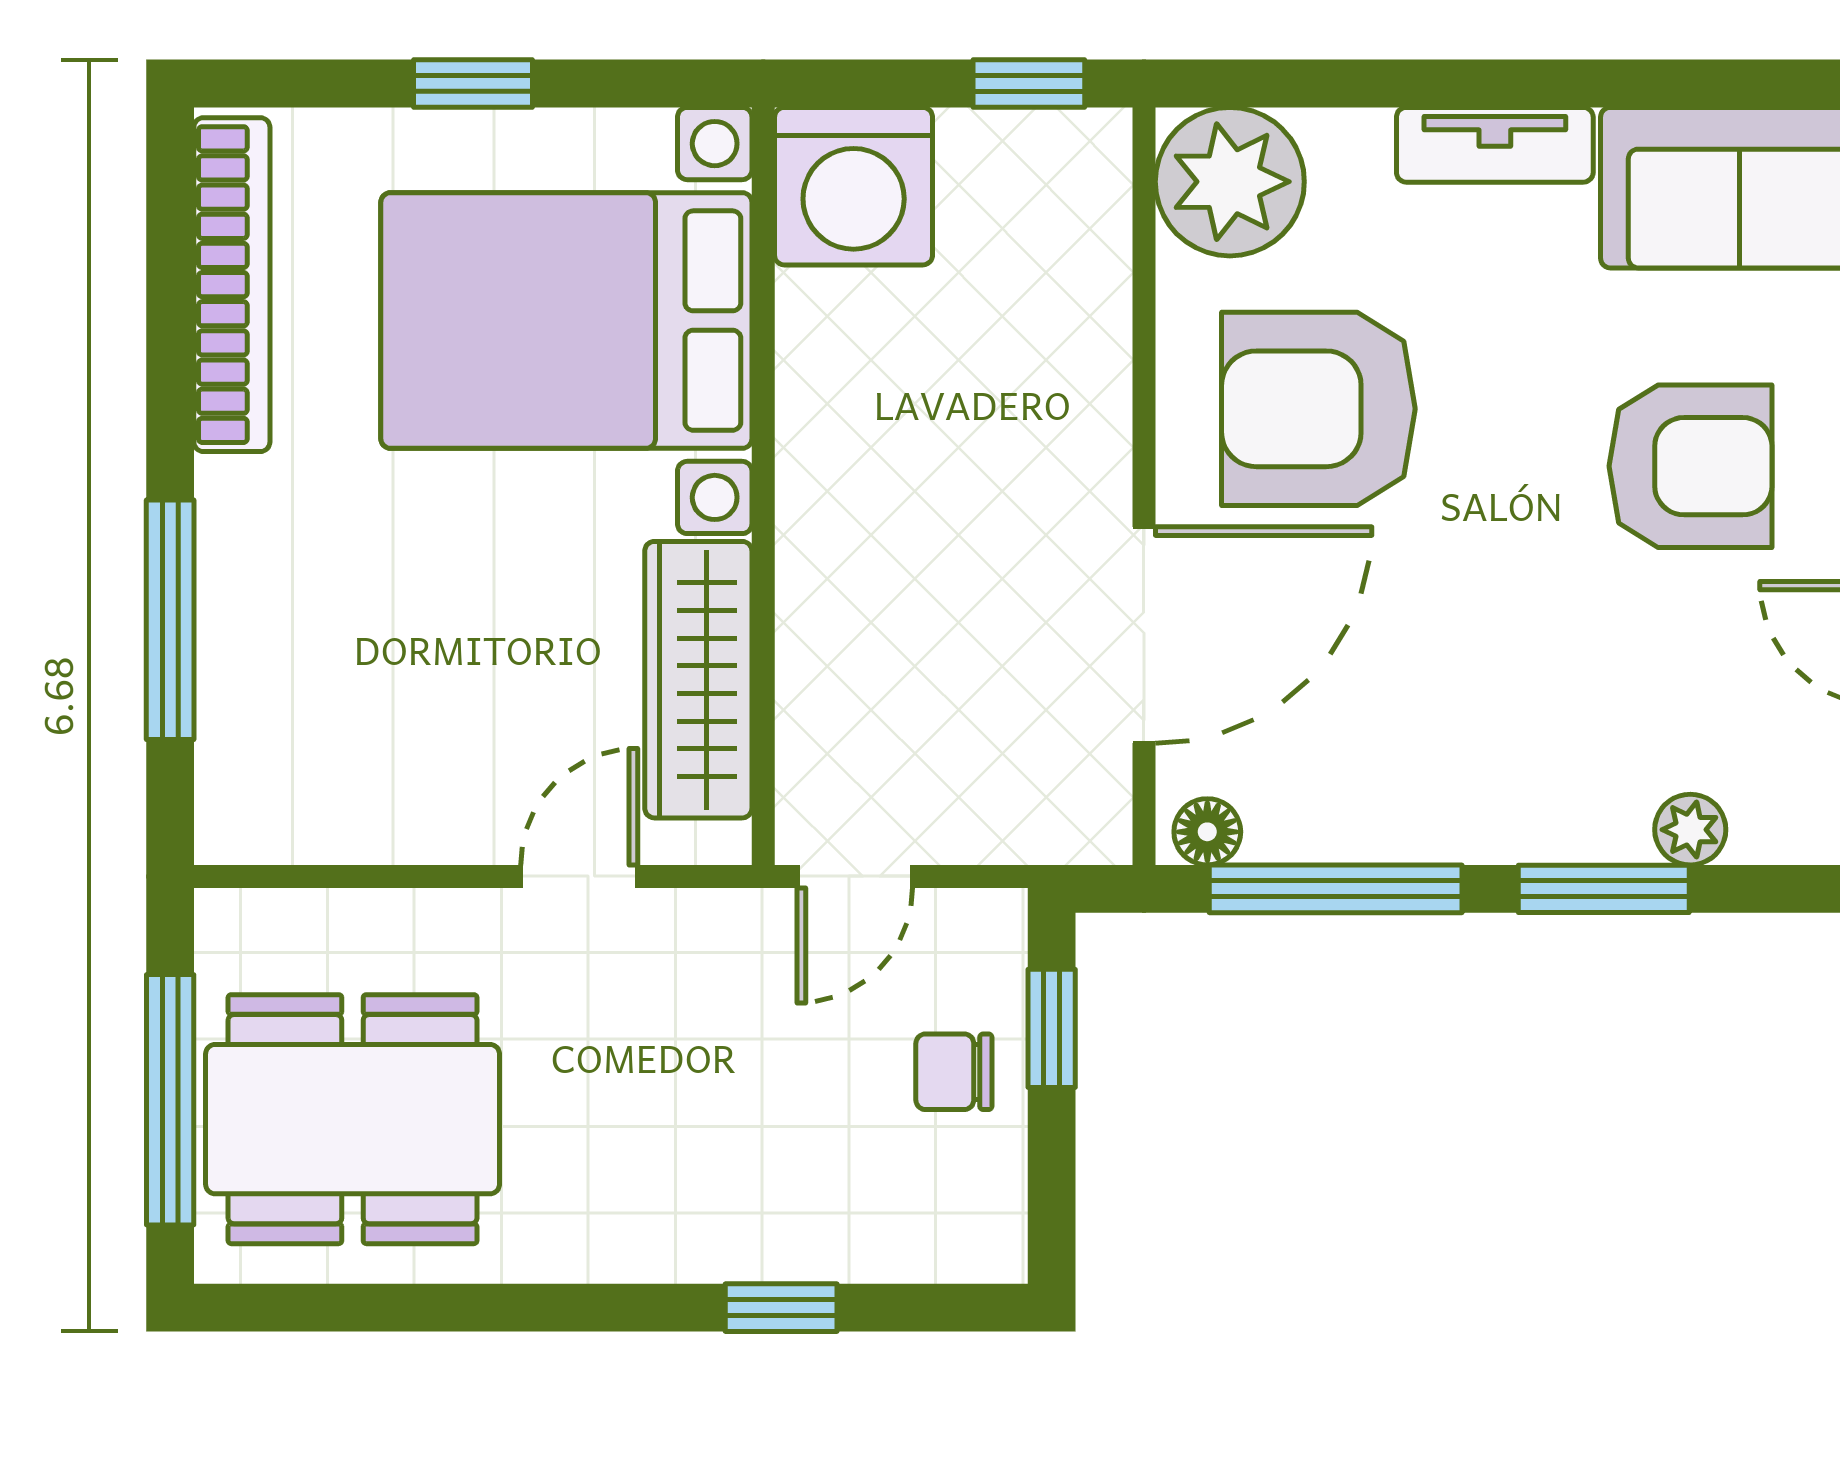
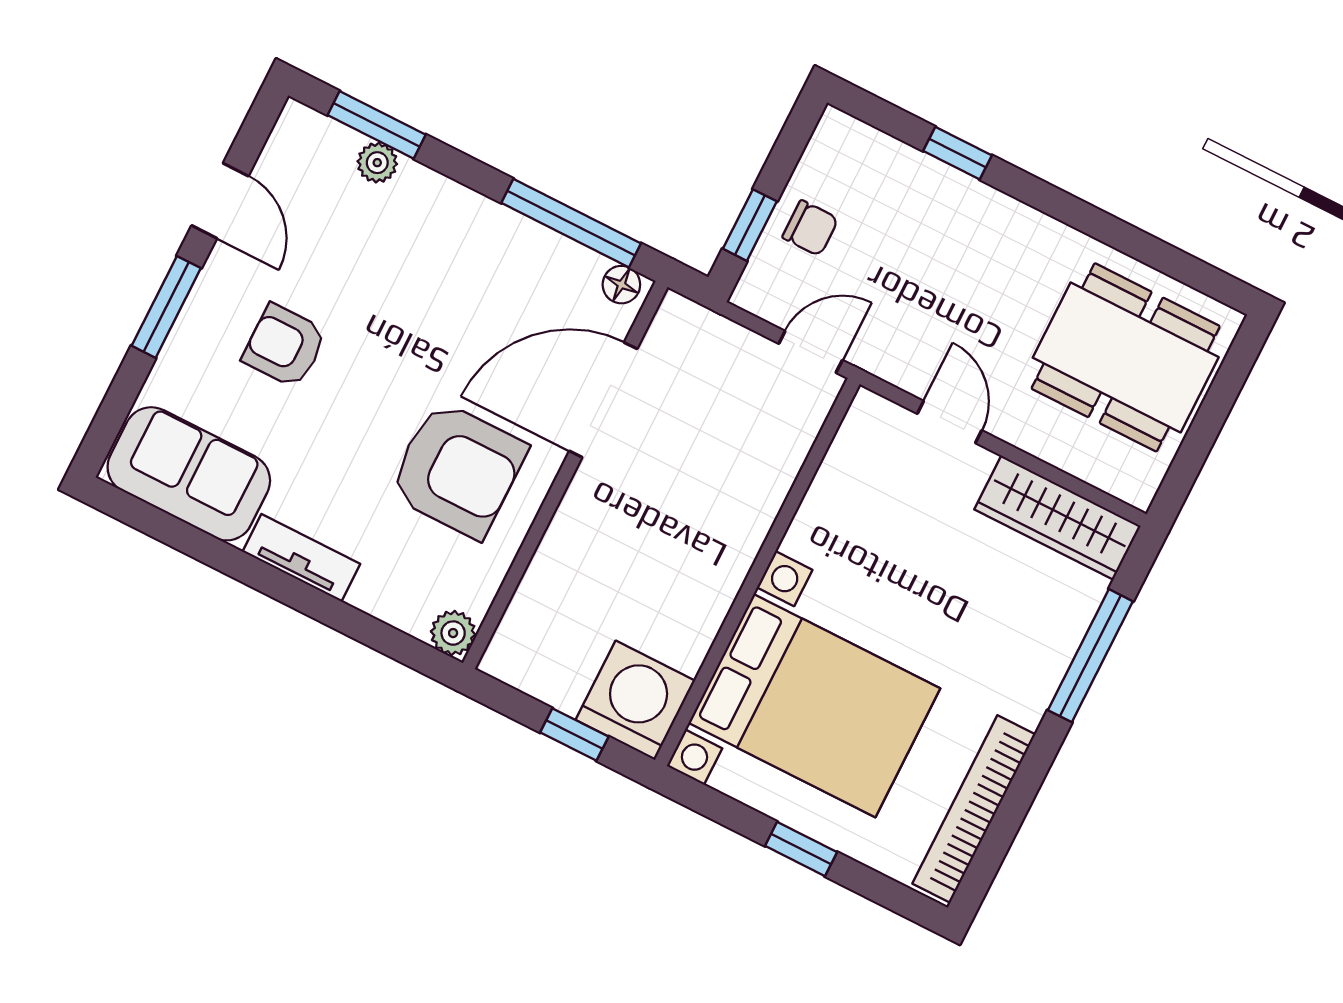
window: (1029, 83) -> (574, 734), moved
plant: (1230, 182) -> (453, 633), width x0.53, depth x0.53
armchair: (1691, 466) -> (285, 346), width x0.72, depth x0.72
wardrobe: (698, 680) -> (1057, 518), moved, turned 90
door: (579, 876) -> (949, 422), swing flipped
window: (1604, 889) -> (377, 125), moved
window: (170, 1100) -> (1213, 414), removed

